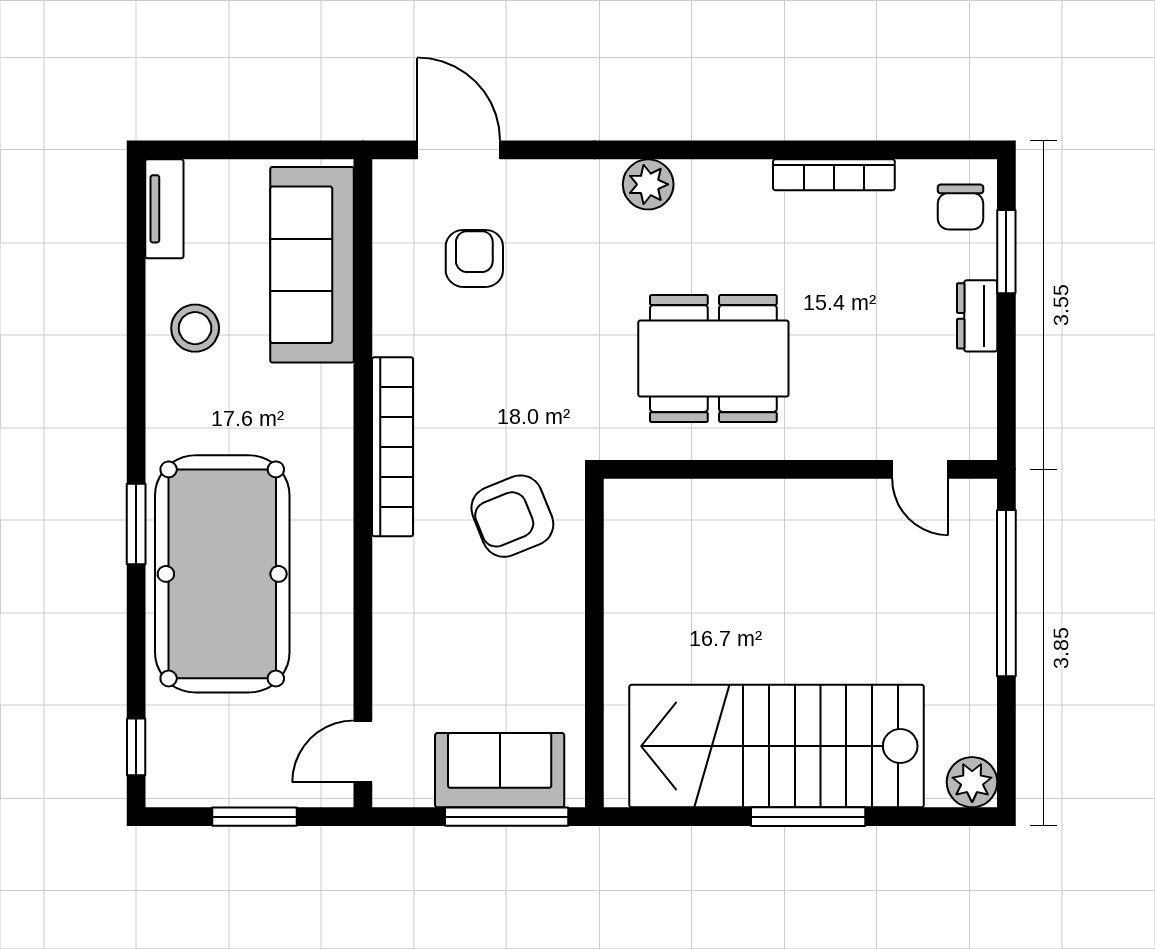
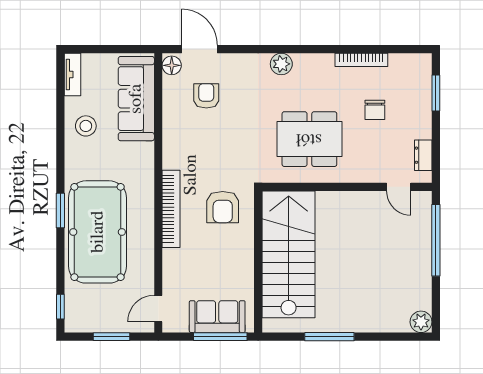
floor lamp: (394, 188) -> (172, 65), added
chair: (961, 207) -> (375, 110), moved
dresser: (977, 316) -> (423, 155), moved
bookcase: (393, 447) -> (171, 209), moved
armchair: (512, 516) -> (223, 207), turned -68
stairs: (777, 746) -> (289, 254), moved, turned 90
window: (808, 817) -> (329, 337), moved

